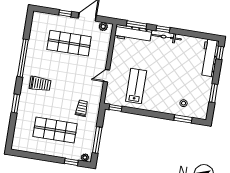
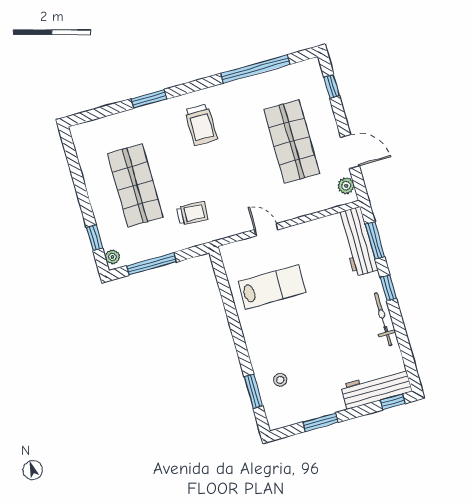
window: (65, 13) -> (332, 86), moved
bicycle: (166, 37) -> (383, 319), moved
window: (23, 58) -> (255, 69), moved
window: (116, 108) -> (219, 270), removed

